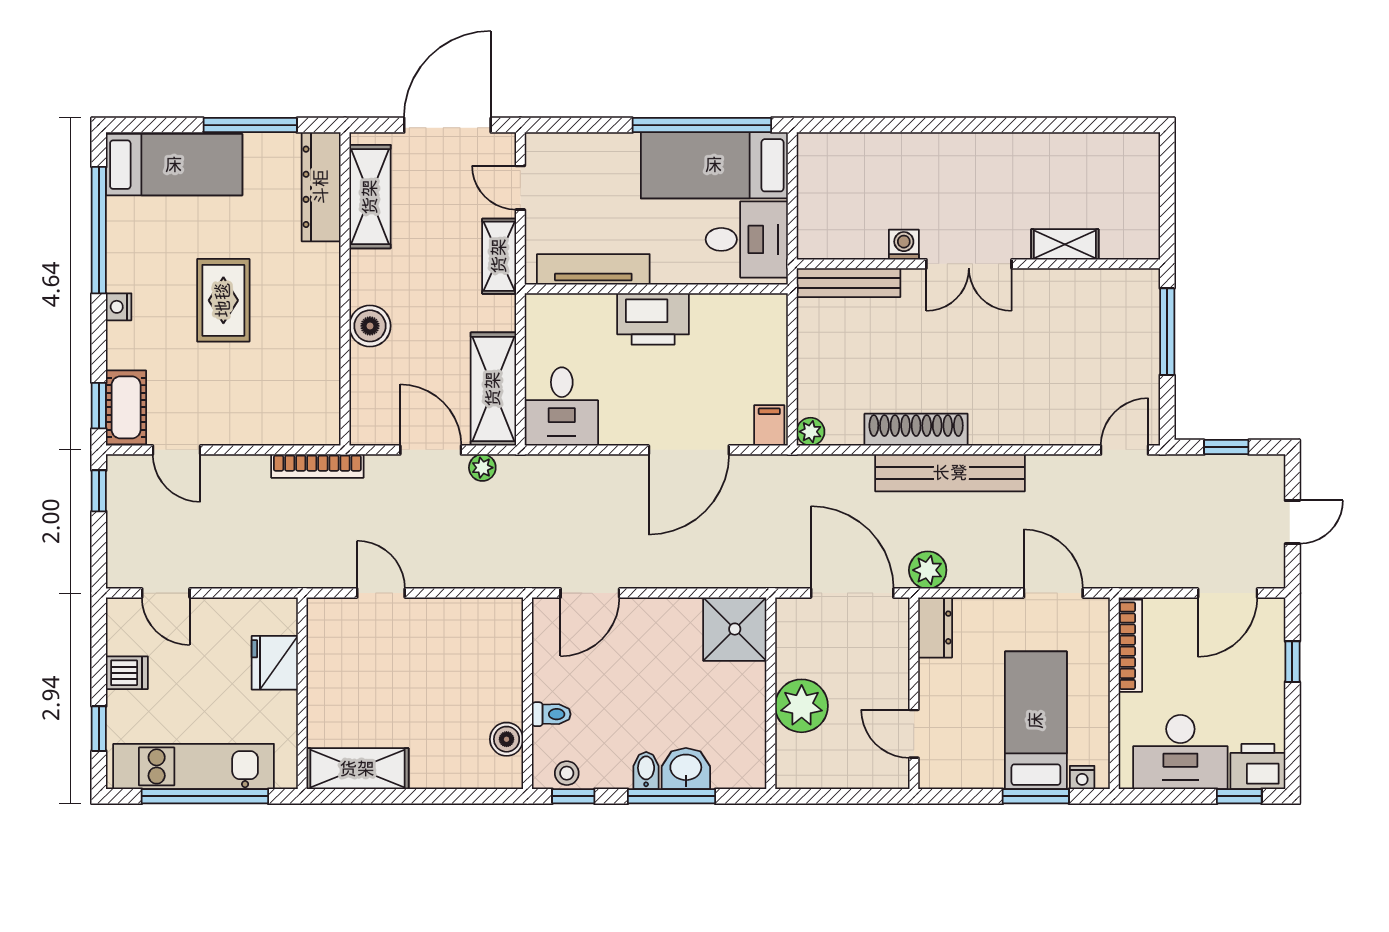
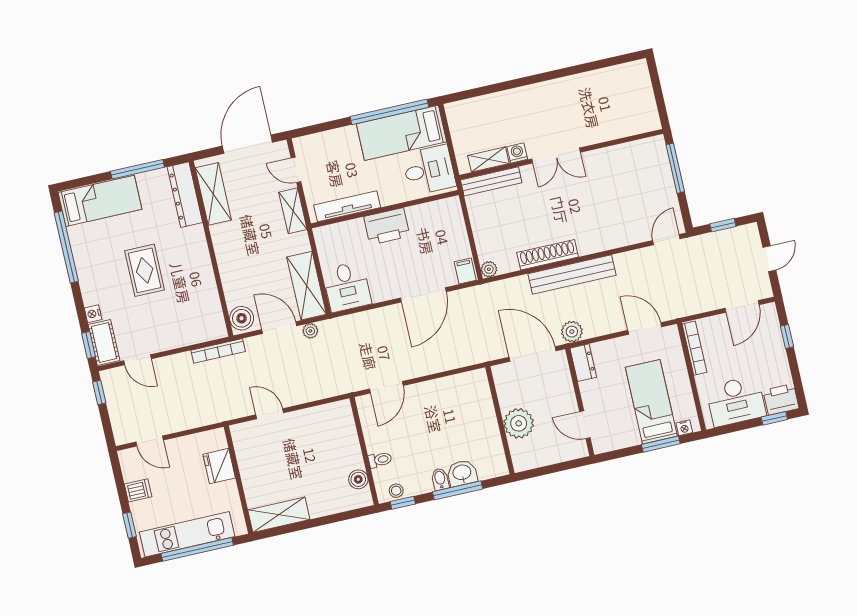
shelving: (1065, 244) -> (488, 159), moved
nightstand: (119, 307) -> (93, 314), moved
boiler: (370, 326) -> (242, 318), moved
shower: (735, 629) -> (472, 389), removed

